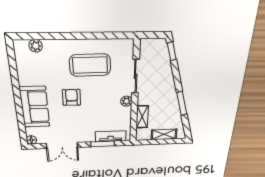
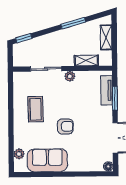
coffee table: (90, 65) -> (36, 109), width x0.73, depth x0.76
armchair: (72, 97) -> (65, 126), turned 180
sofa: (35, 107) -> (47, 160), moved

